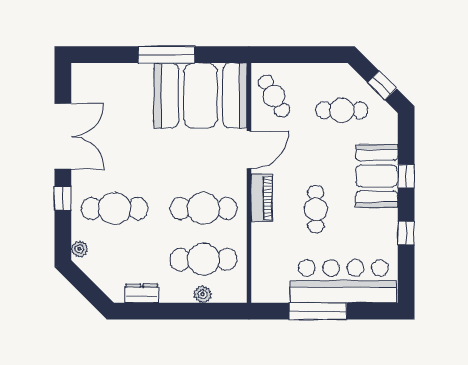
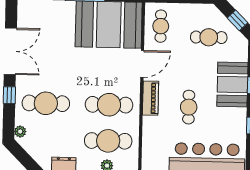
cafe table: (274, 96) -> (161, 26), turned 30

